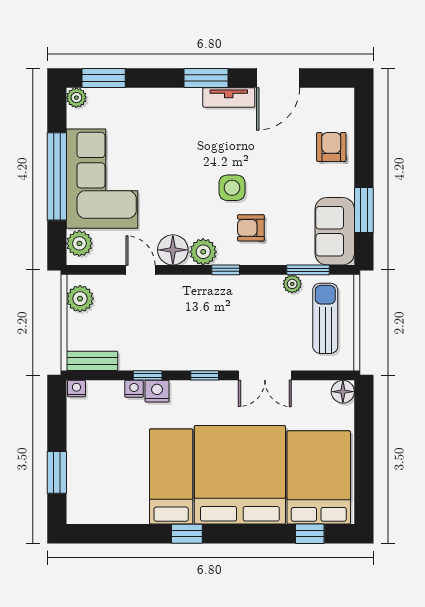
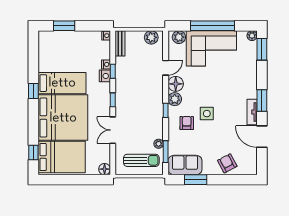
armchair: (331, 147) -> (227, 163), turned -118

